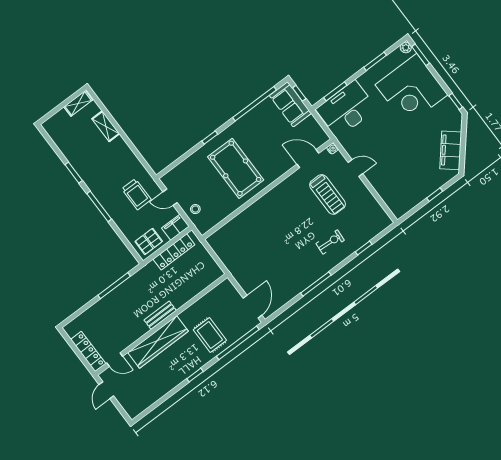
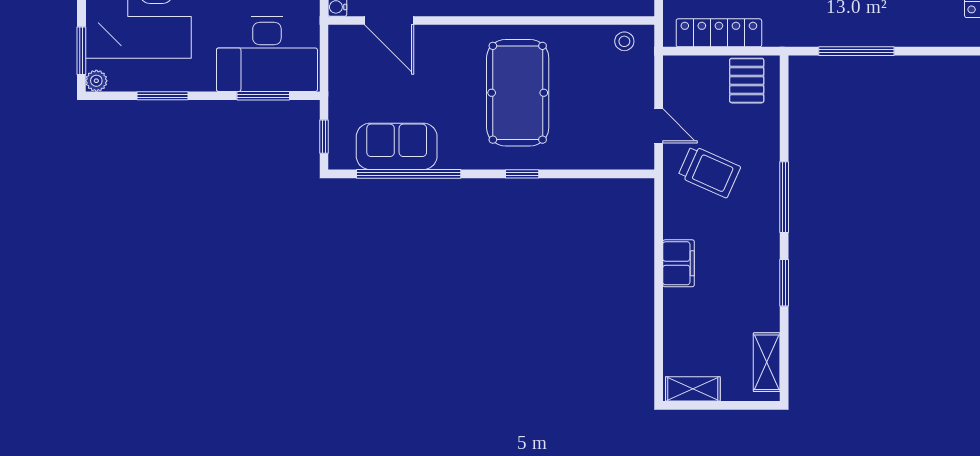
sofa: (290, 104) -> (397, 146), moved, turned -90
shelving: (106, 126) -> (767, 362), moved
trolley: (136, 194) -> (709, 172), turned 114
stool: (195, 209) -> (624, 41), moved
filing cabinet: (175, 227) -> (679, 263), moved, turned -90
pallet: (149, 241) -> (747, 81), turned 90

